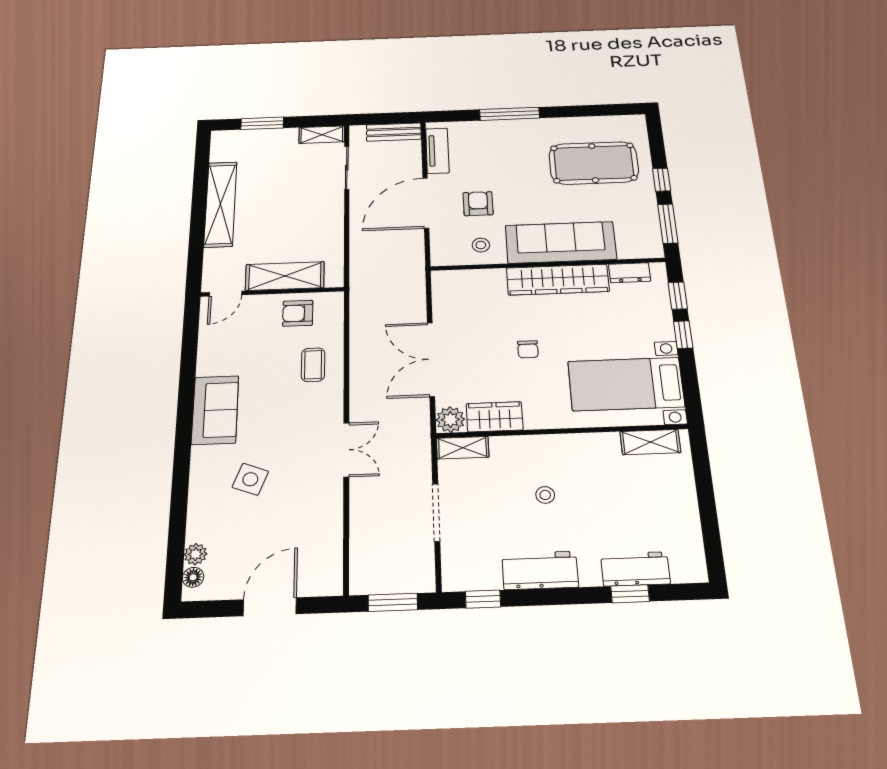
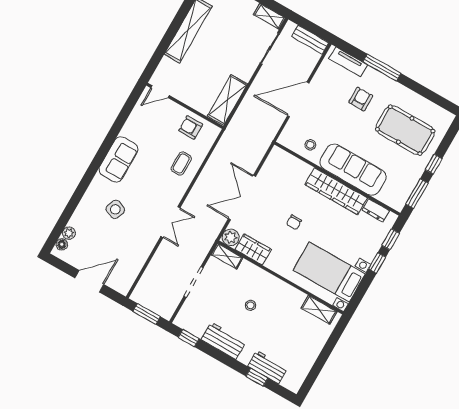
tv unit: (437, 151) -> (348, 62), moved, turned 90
armchair: (478, 204) -> (361, 99), moved
shelving: (285, 276) -> (227, 100), moved, turned 90

